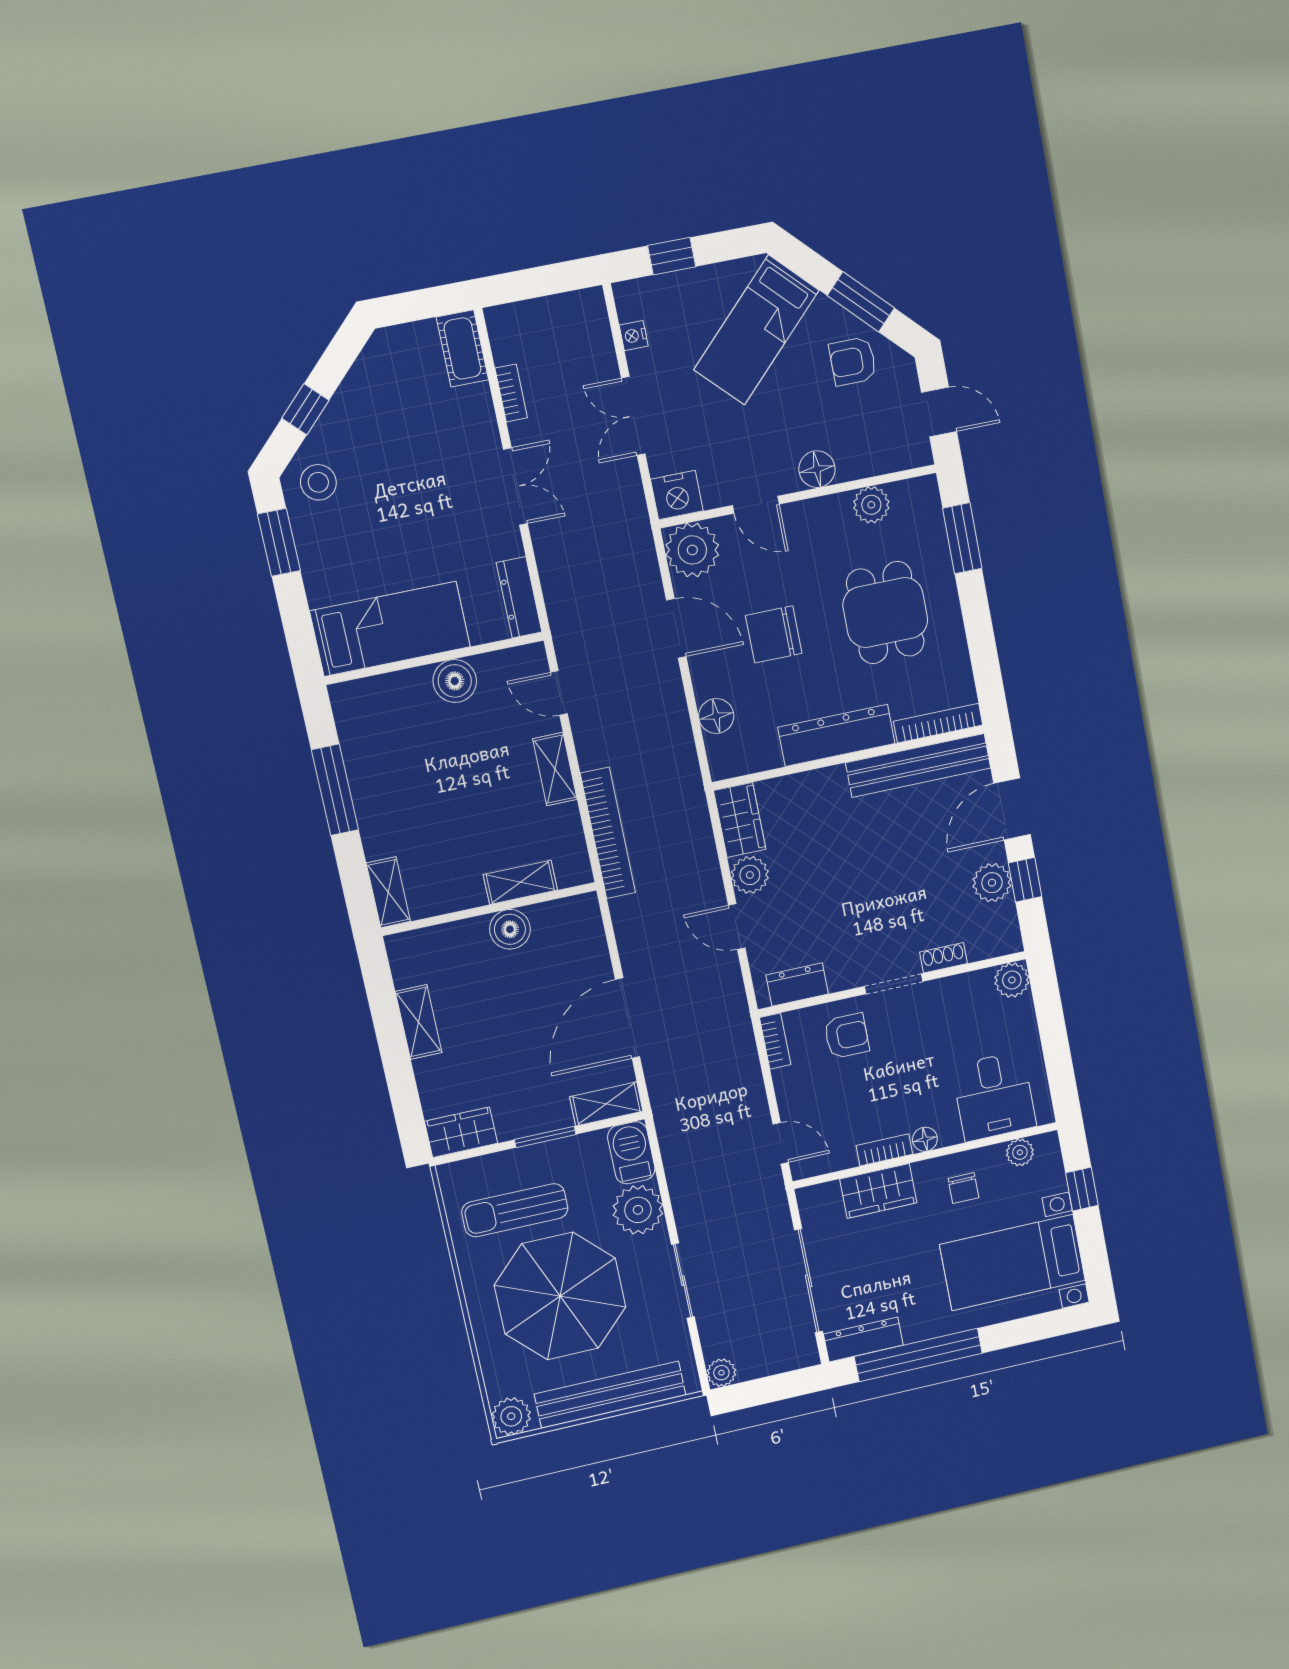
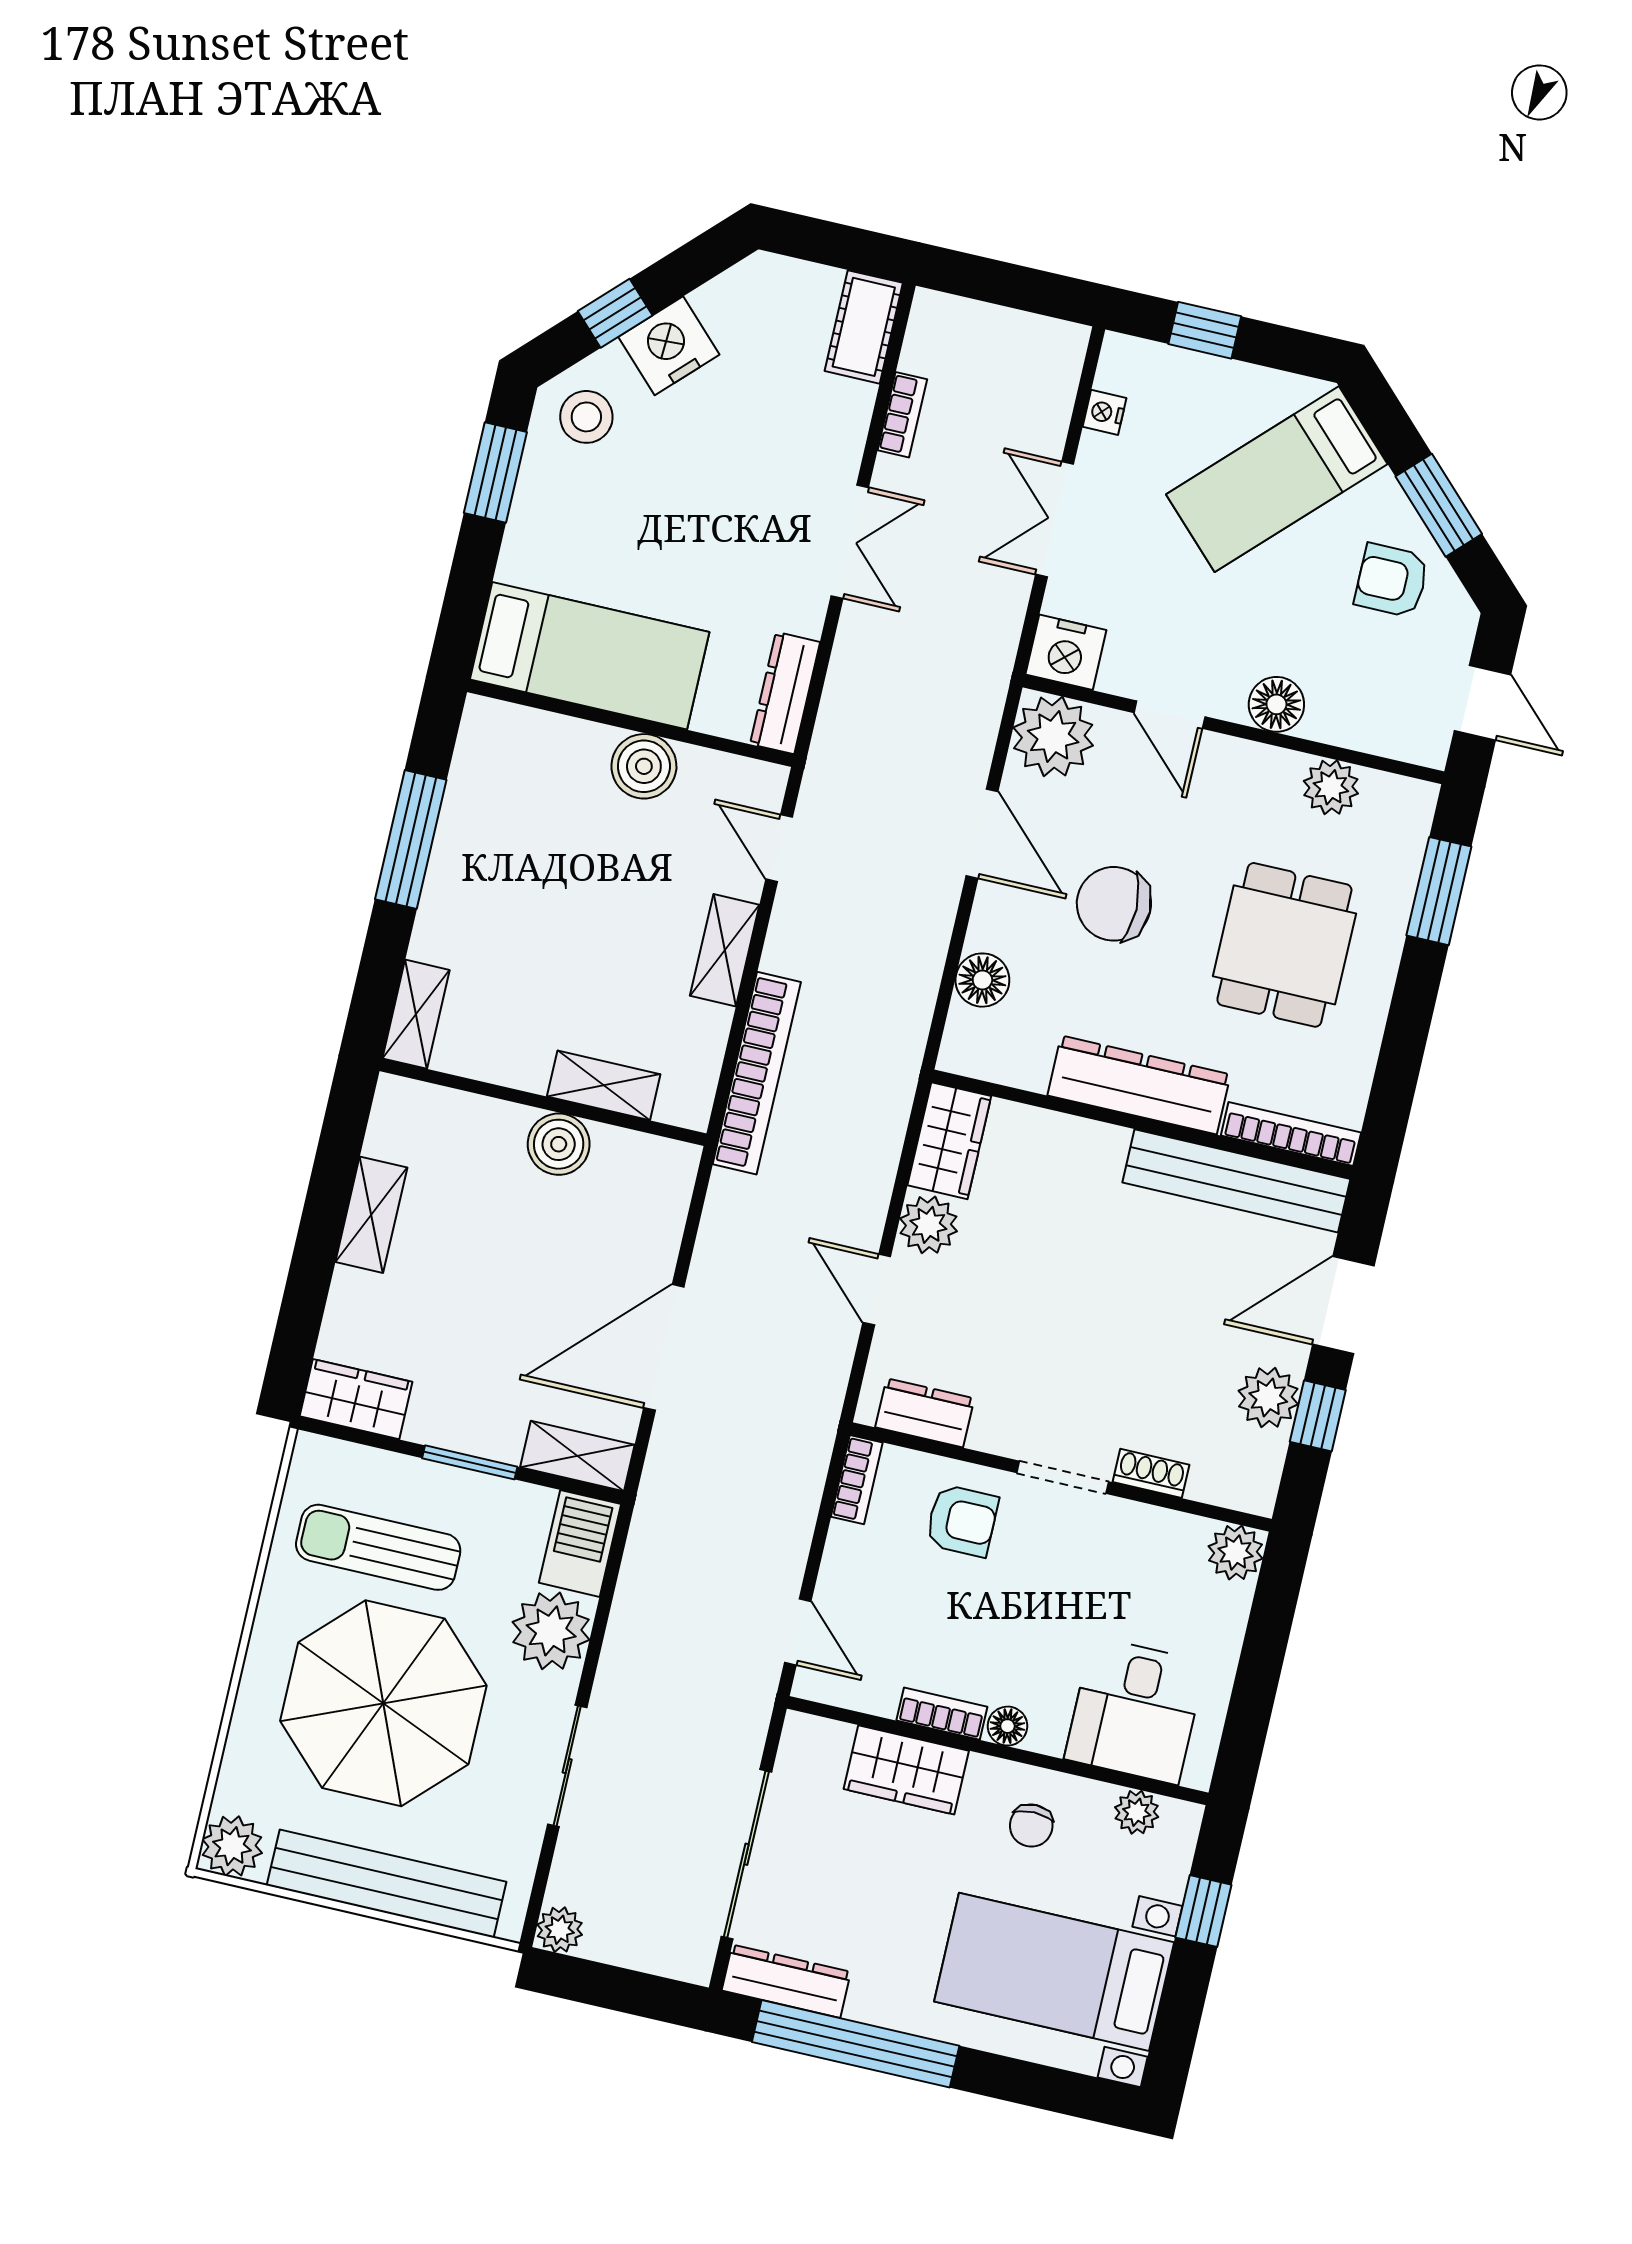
nightstand: (348, 415) -> (669, 346), added

